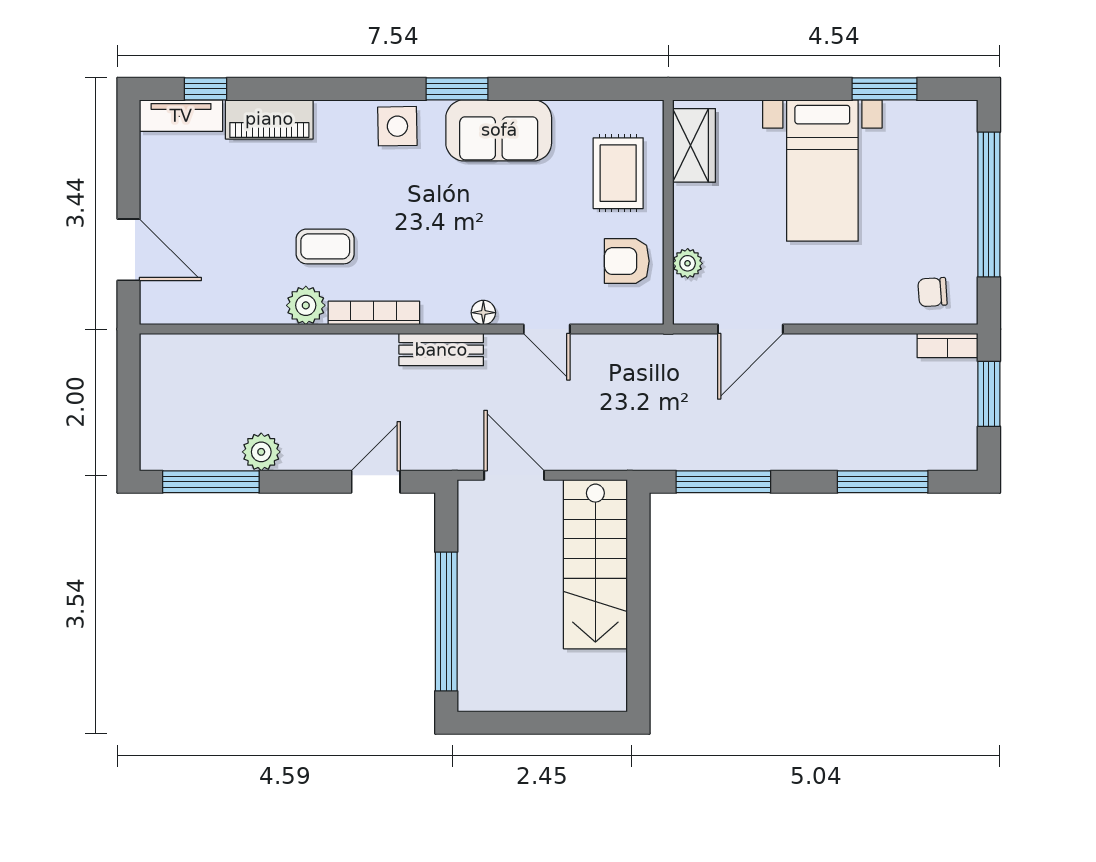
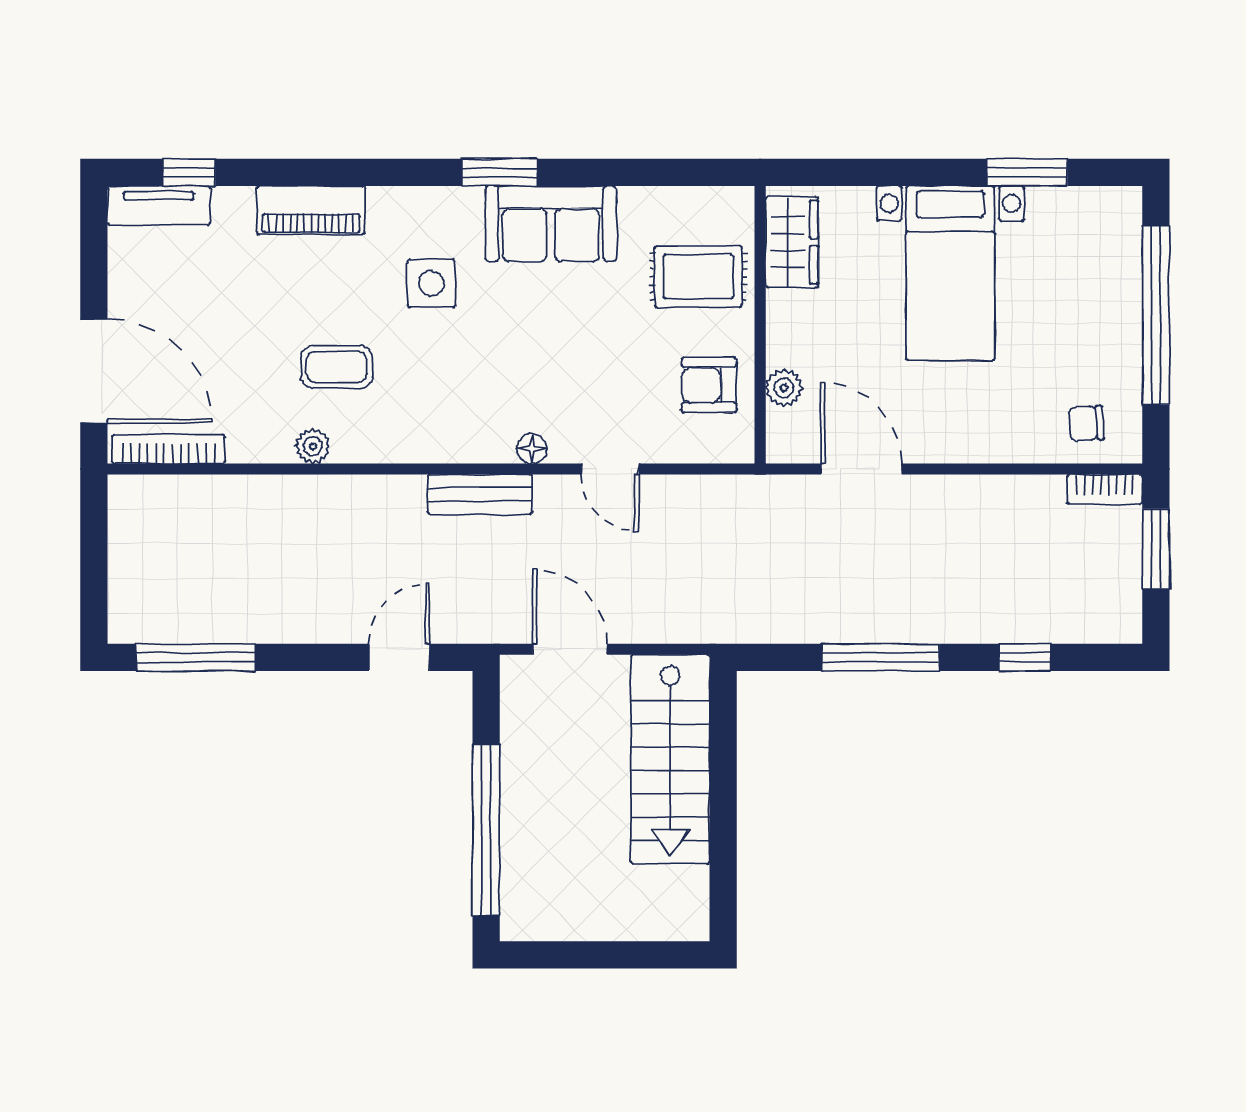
piano: (269, 119) -> (311, 210), moved
side table: (397, 126) -> (431, 283), moved
rug: (618, 173) -> (698, 277), turned 90
door: (129, 250) -> (94, 371), width x1.36
plant: (306, 305) -> (313, 446), width x0.73, depth x0.73
bookcase: (374, 313) -> (168, 449), moved
door: (750, 329) -> (861, 469), swing flipped
plant: (261, 452) -> (258, 621), removed
window: (723, 482) -> (881, 657), moved
window: (883, 482) -> (1025, 657), width x0.46

